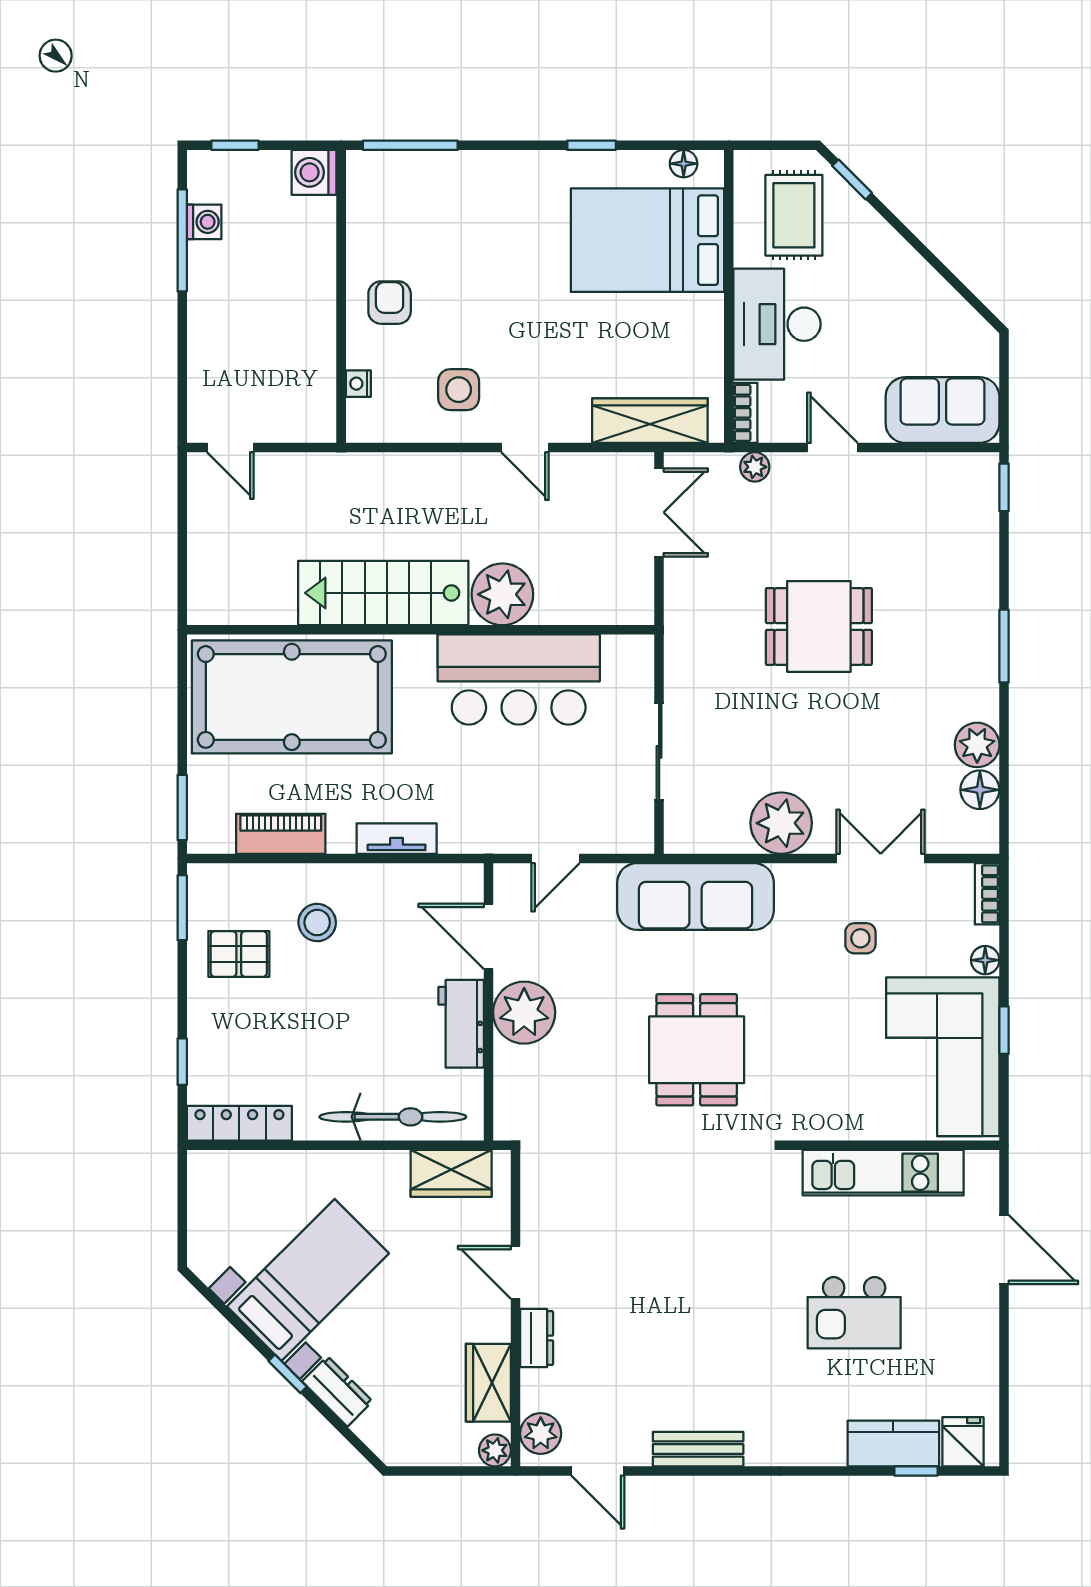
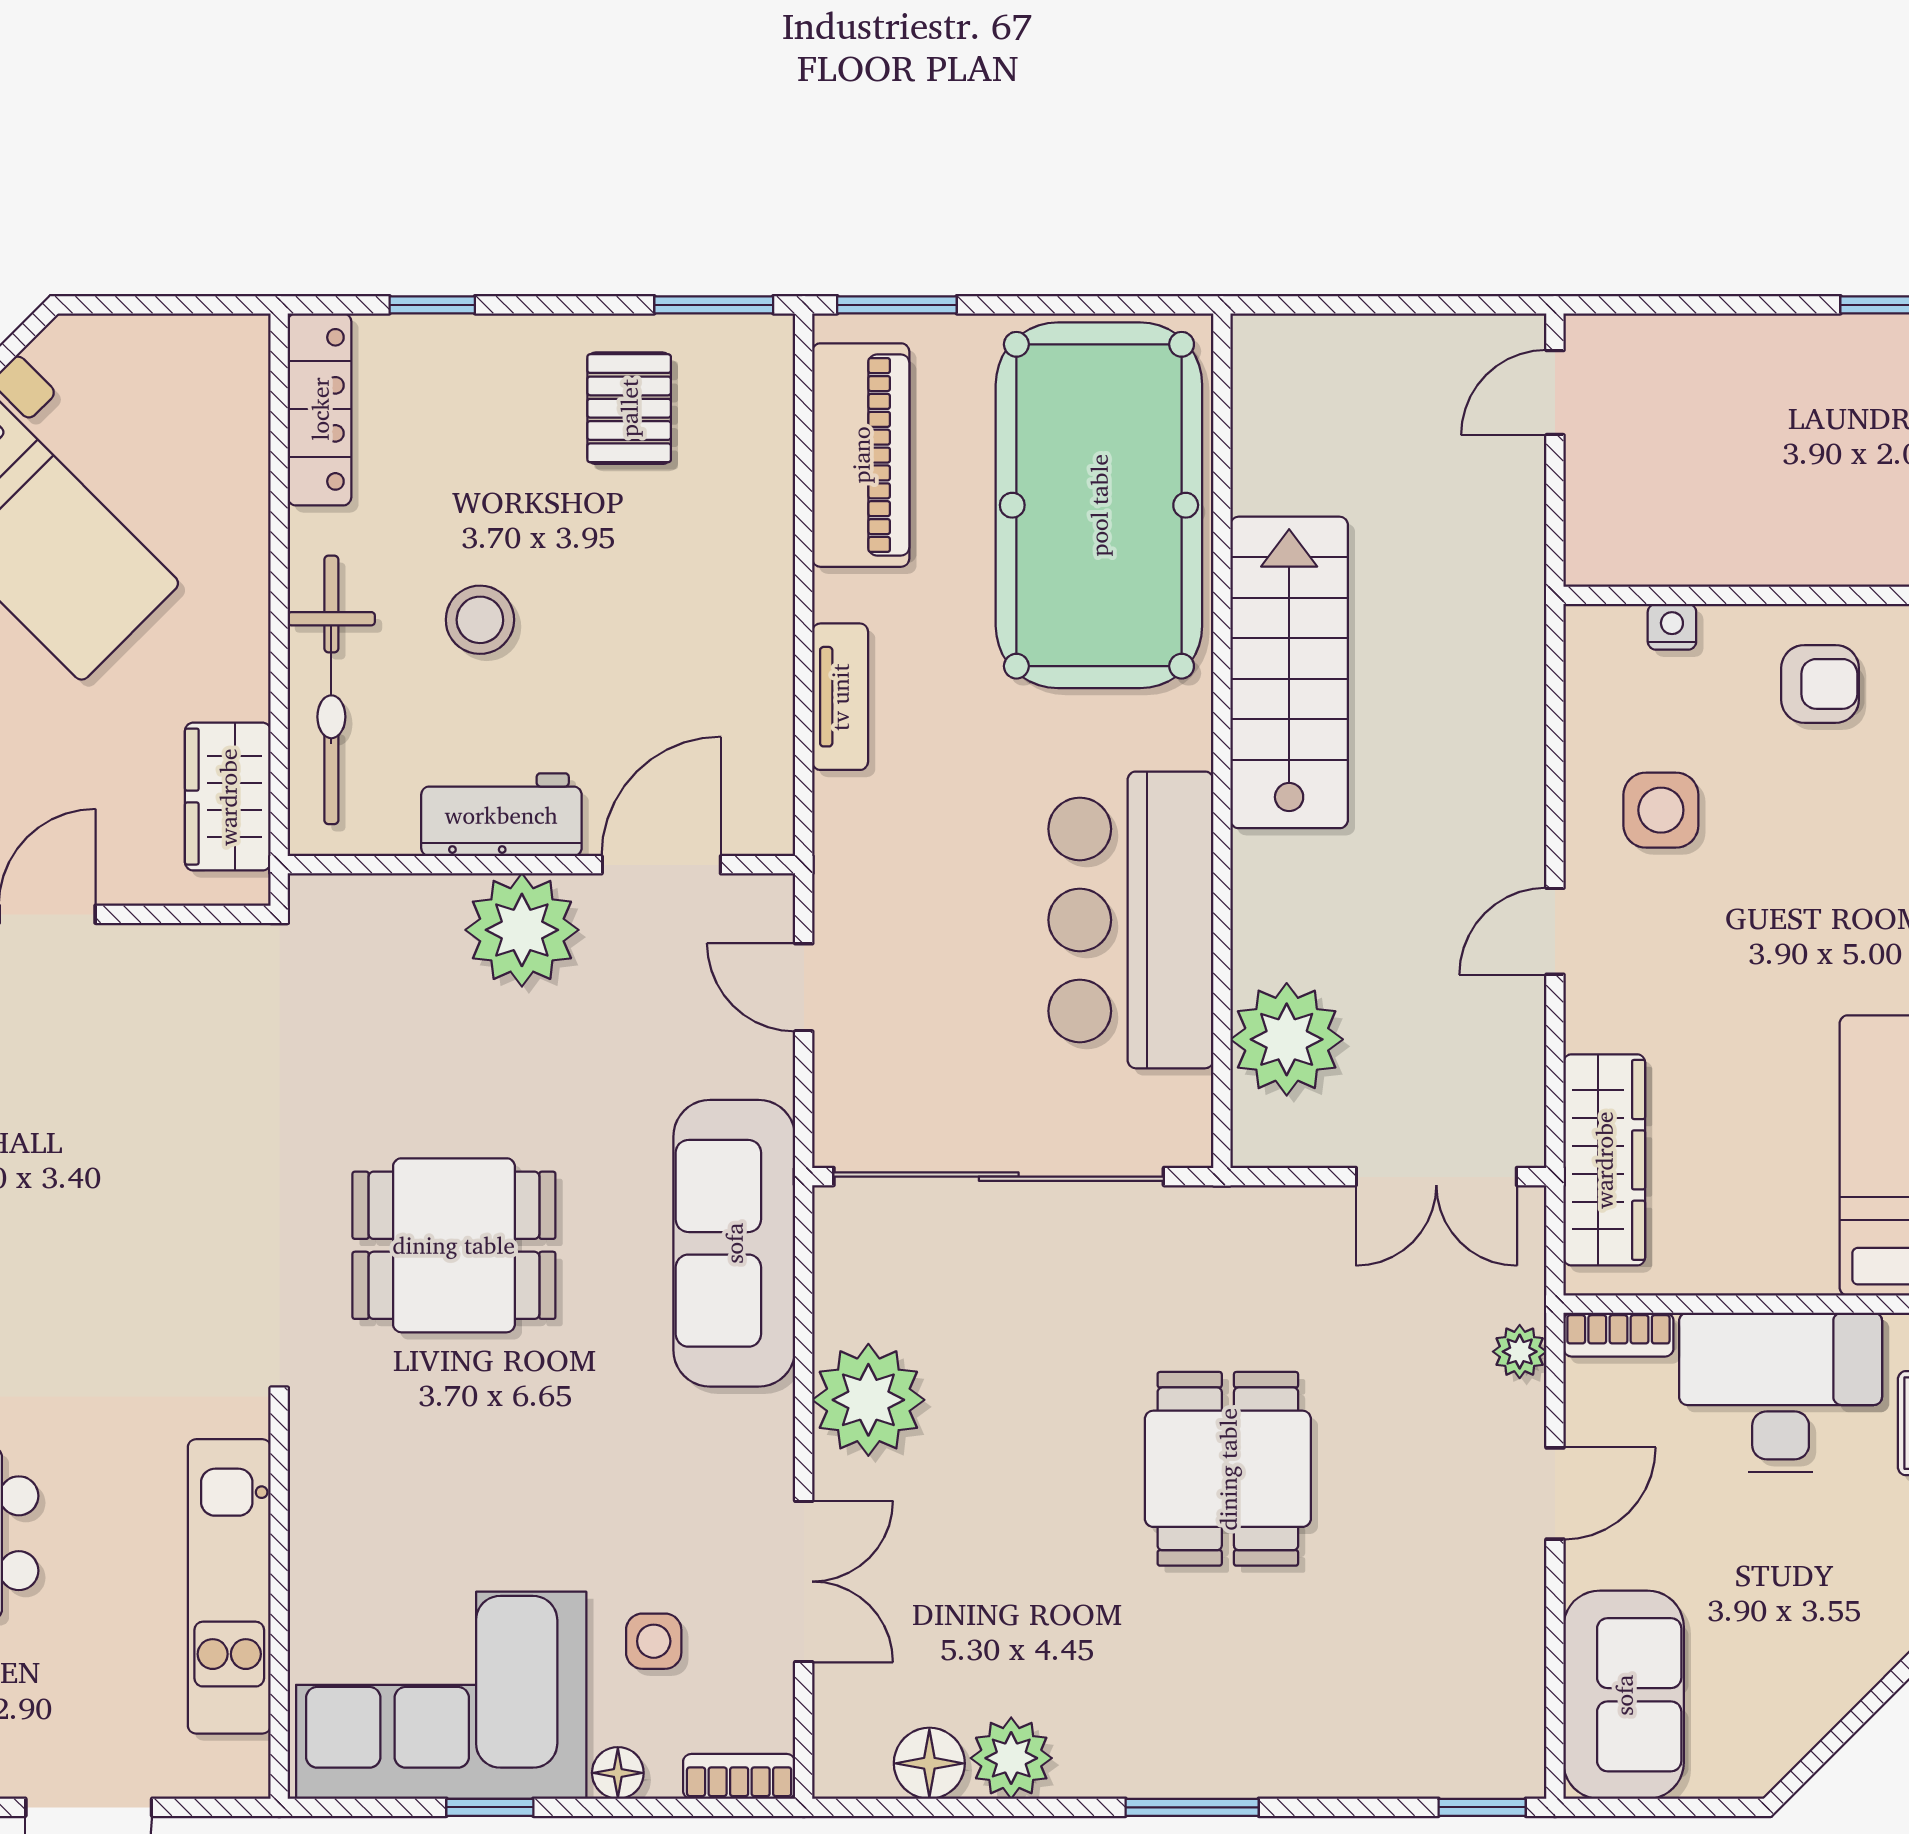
plant: (502, 594) -> (1287, 1039), moved
sliding door: (659, 752) -> (999, 1177), width x1.86
piano: (281, 834) -> (861, 455), width x1.37, depth x1.33
stool: (317, 923) -> (480, 620), moved
side table: (860, 938) -> (654, 1641), moved

